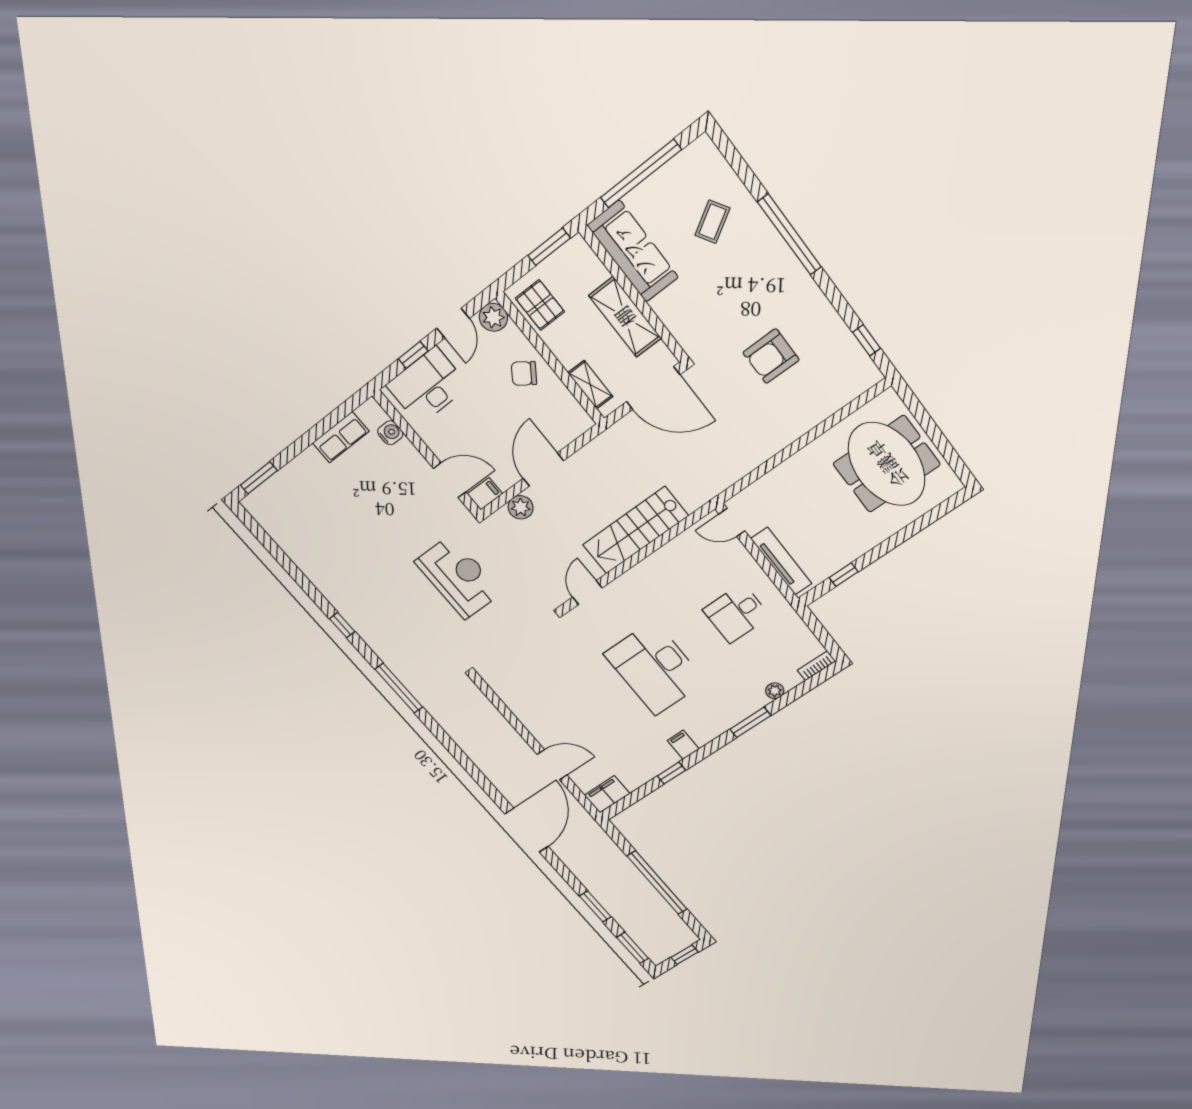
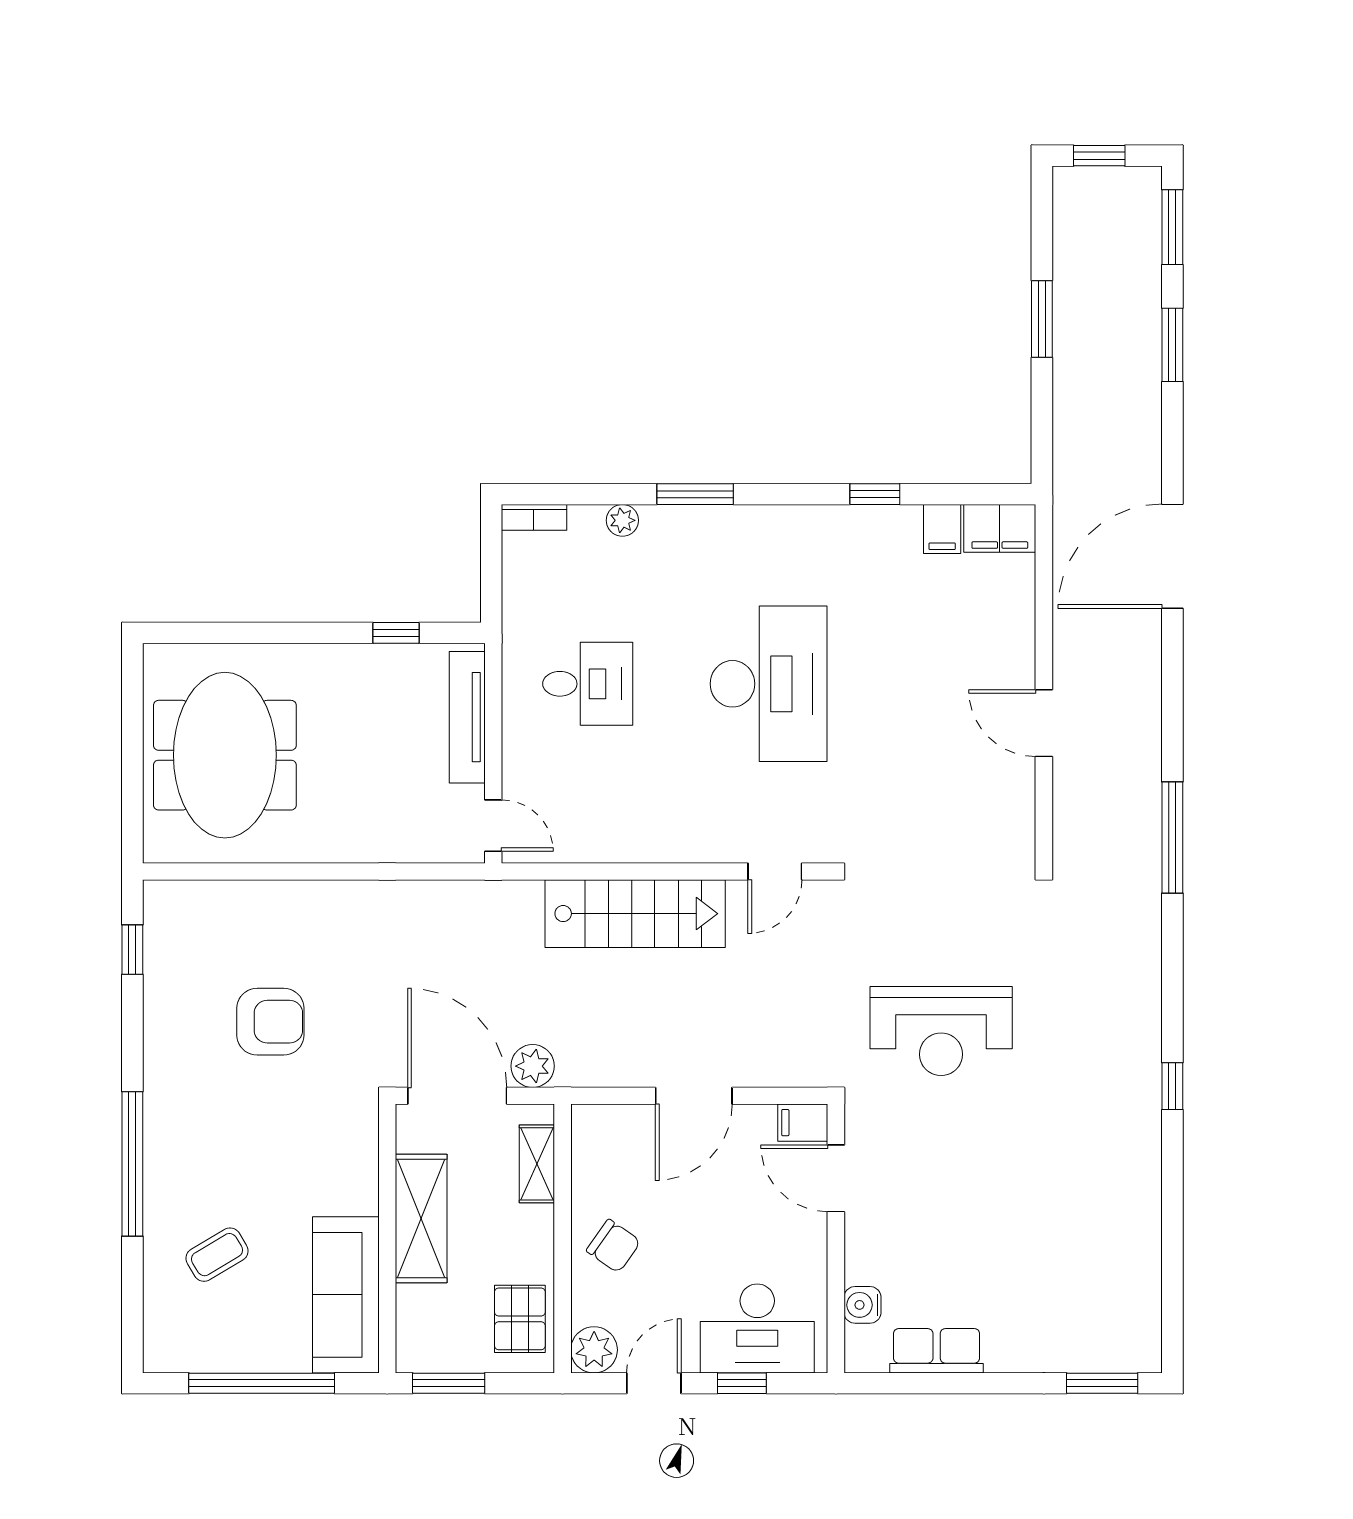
plant: (521, 507) -> (533, 1066), moved
reception desk: (458, 577) -> (941, 1031), turned -90
window: (399, 688) -> (1172, 838), moved
filing cabinet: (683, 745) -> (942, 529), moved
door: (552, 765) -> (1044, 723), moved
window: (657, 883) -> (1042, 319), width x0.47

